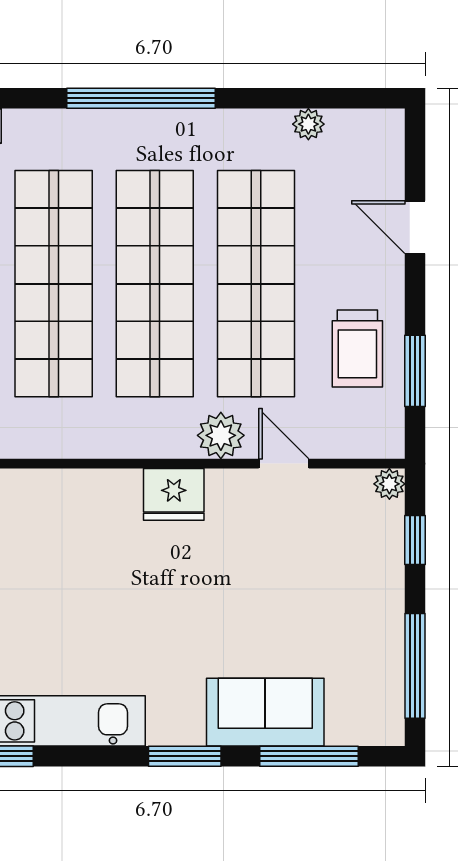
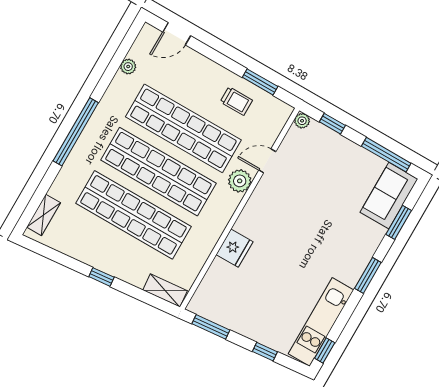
door: (415, 227) -> (177, 34), moved
trolley: (357, 348) -> (236, 101), width x0.73, depth x0.72
fridge: (174, 494) -> (235, 248), moved
sofa: (265, 712) -> (389, 196), moved
window: (309, 756) -> (399, 222), width x0.69

